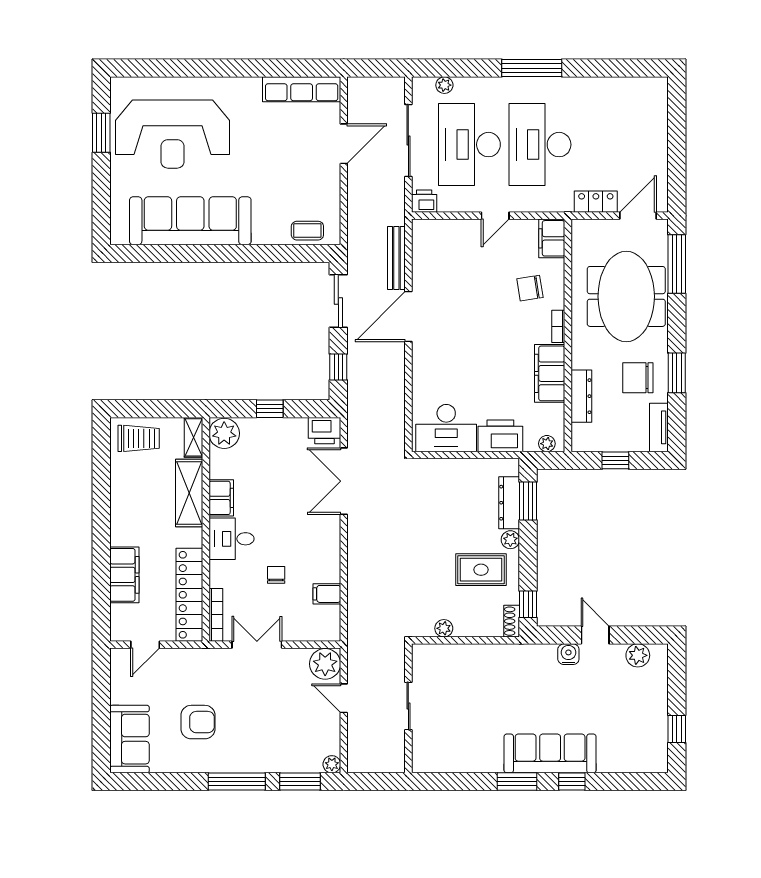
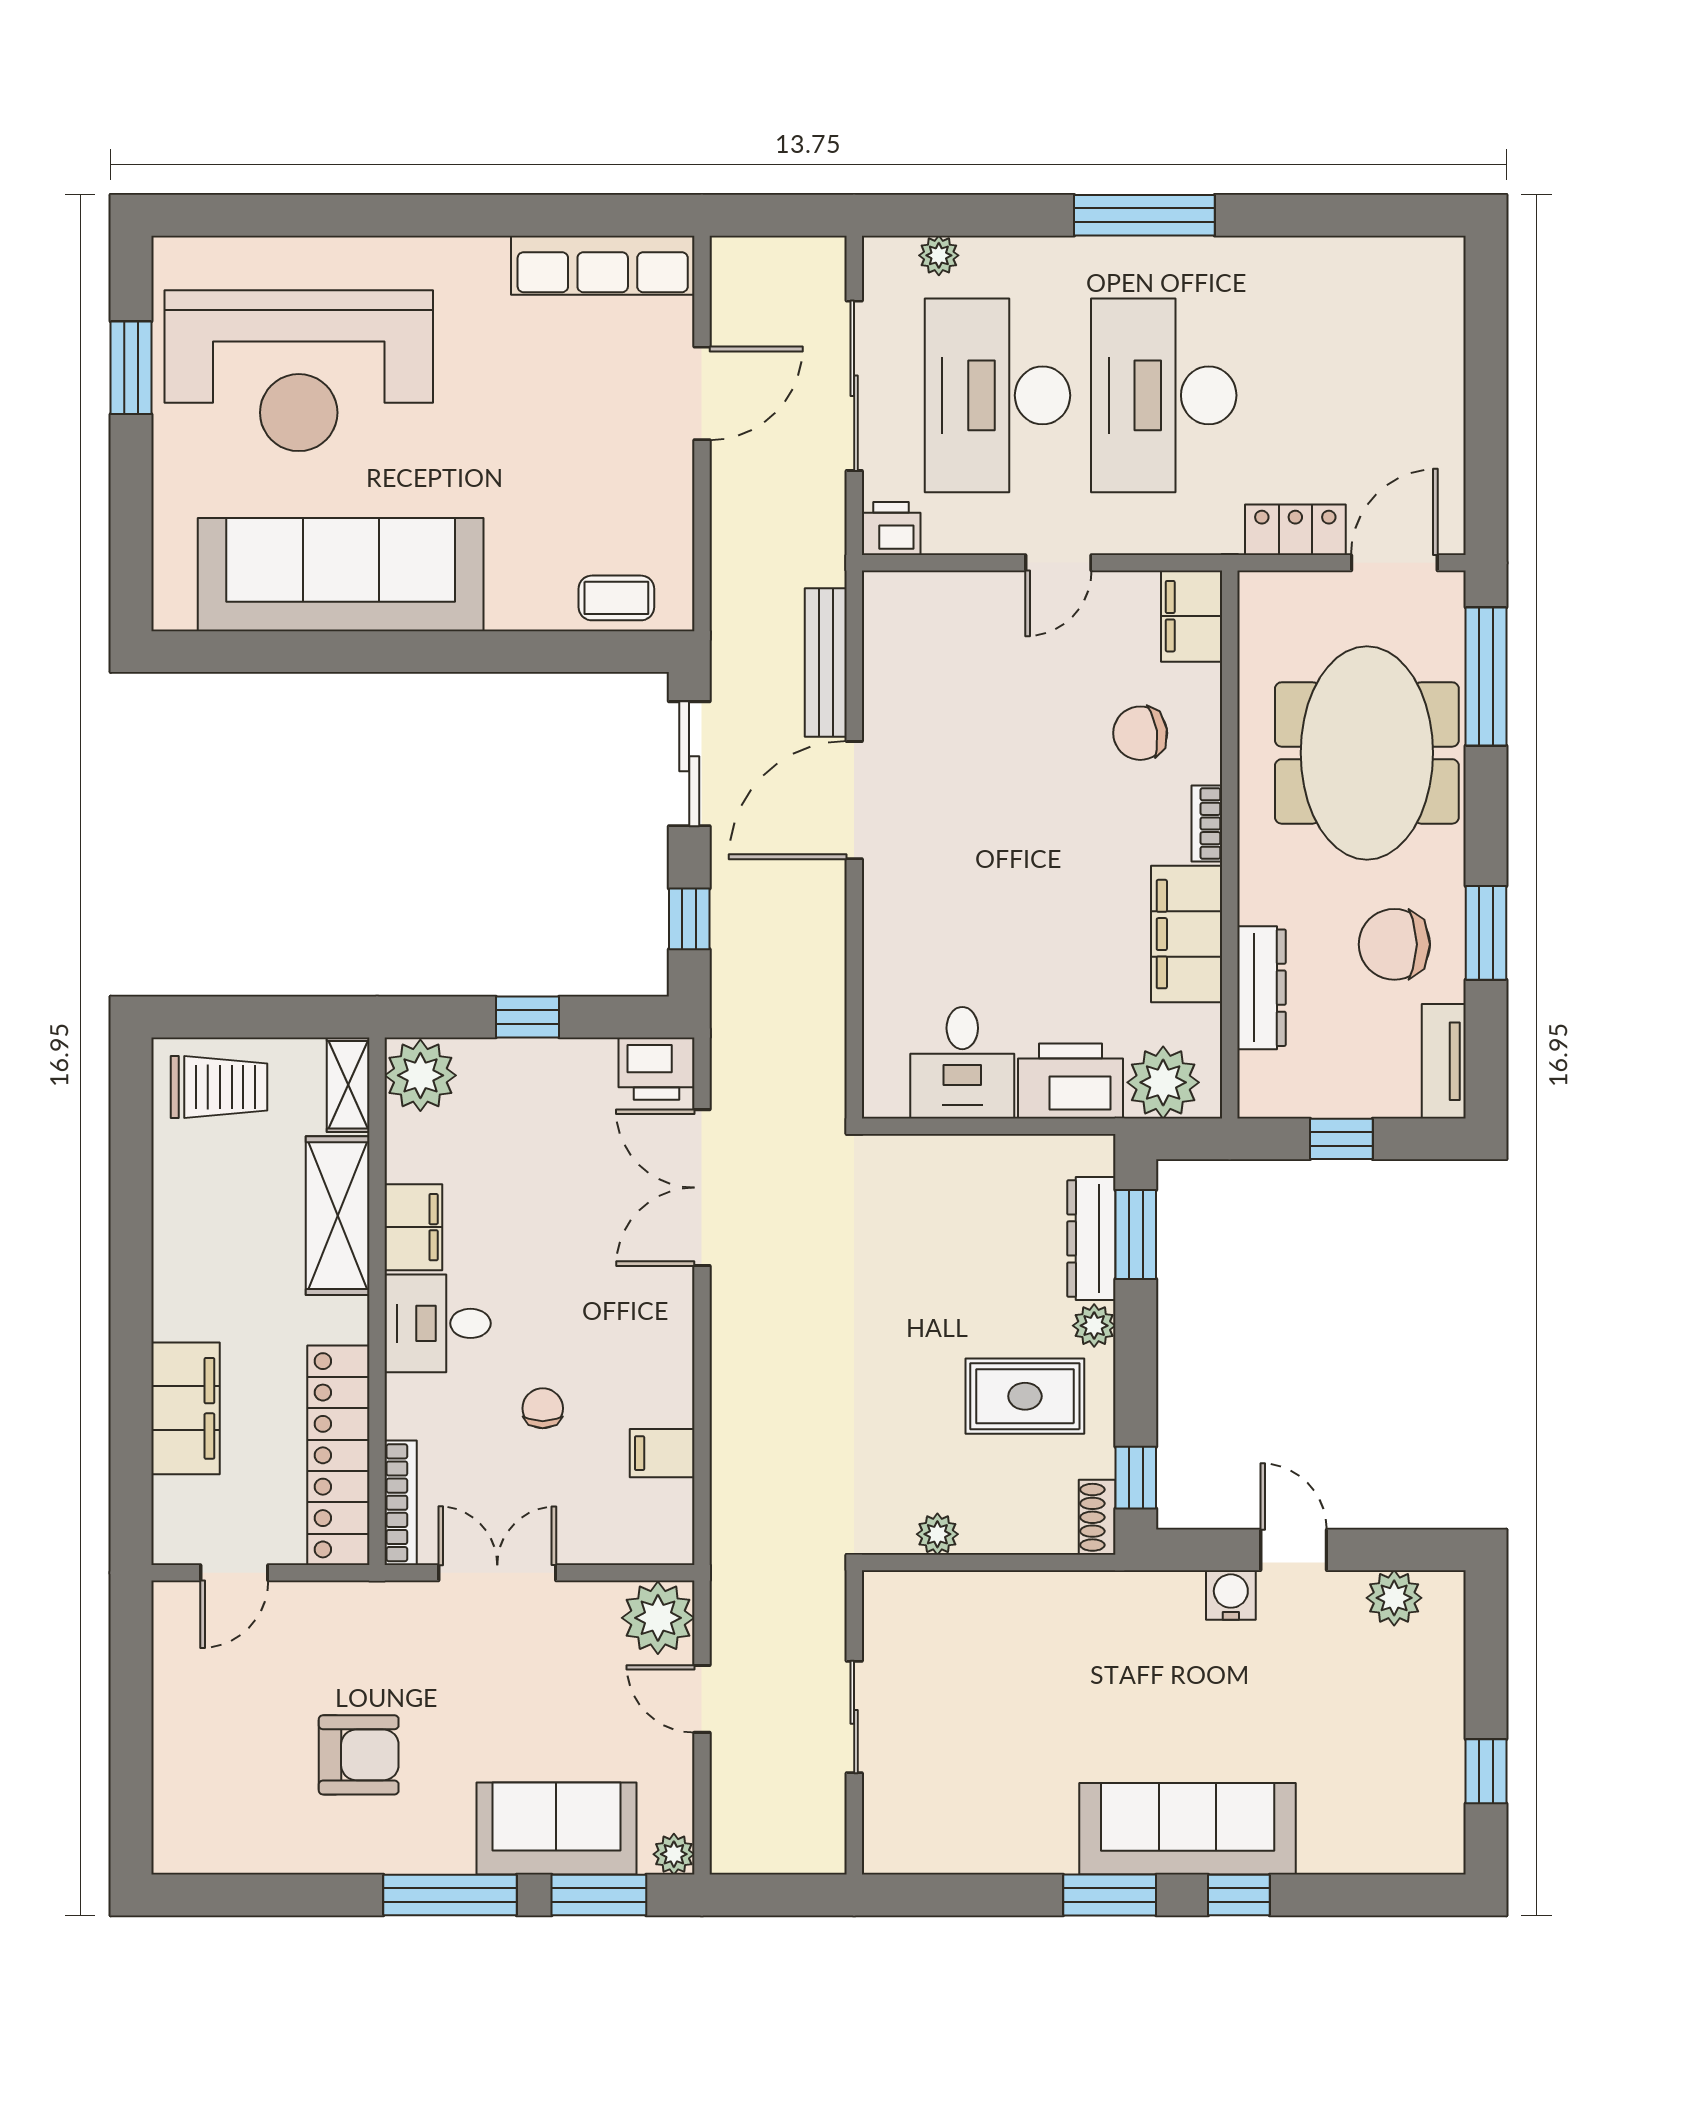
desk: (446, 428) -> (962, 1063), width x0.73
plant: (547, 444) -> (1163, 1082), width x1.88, depth x1.88
sofa: (129, 739) -> (556, 1829), moved, turned -90

